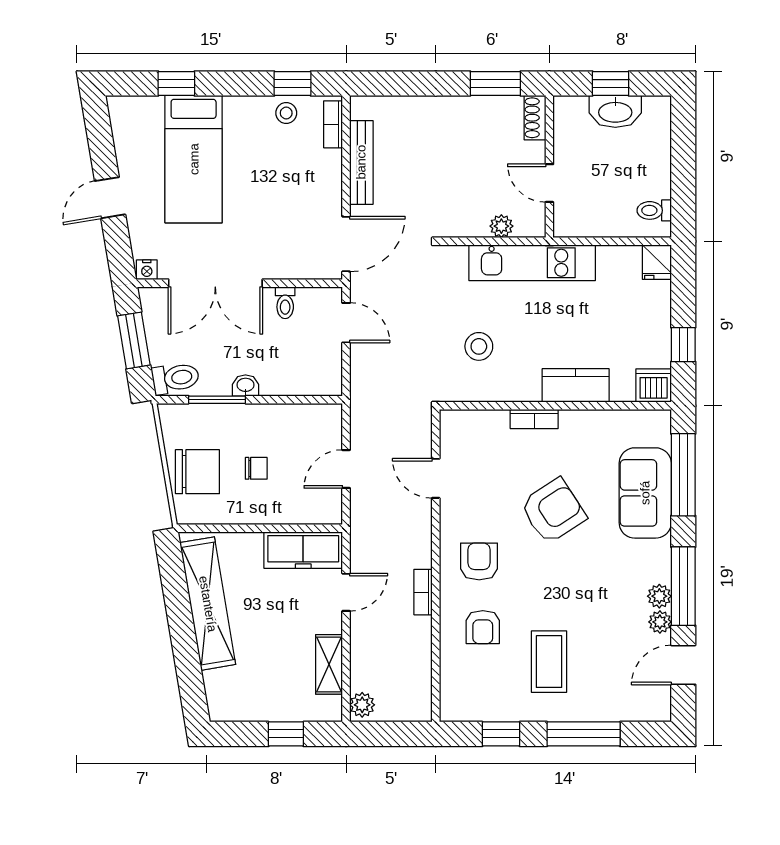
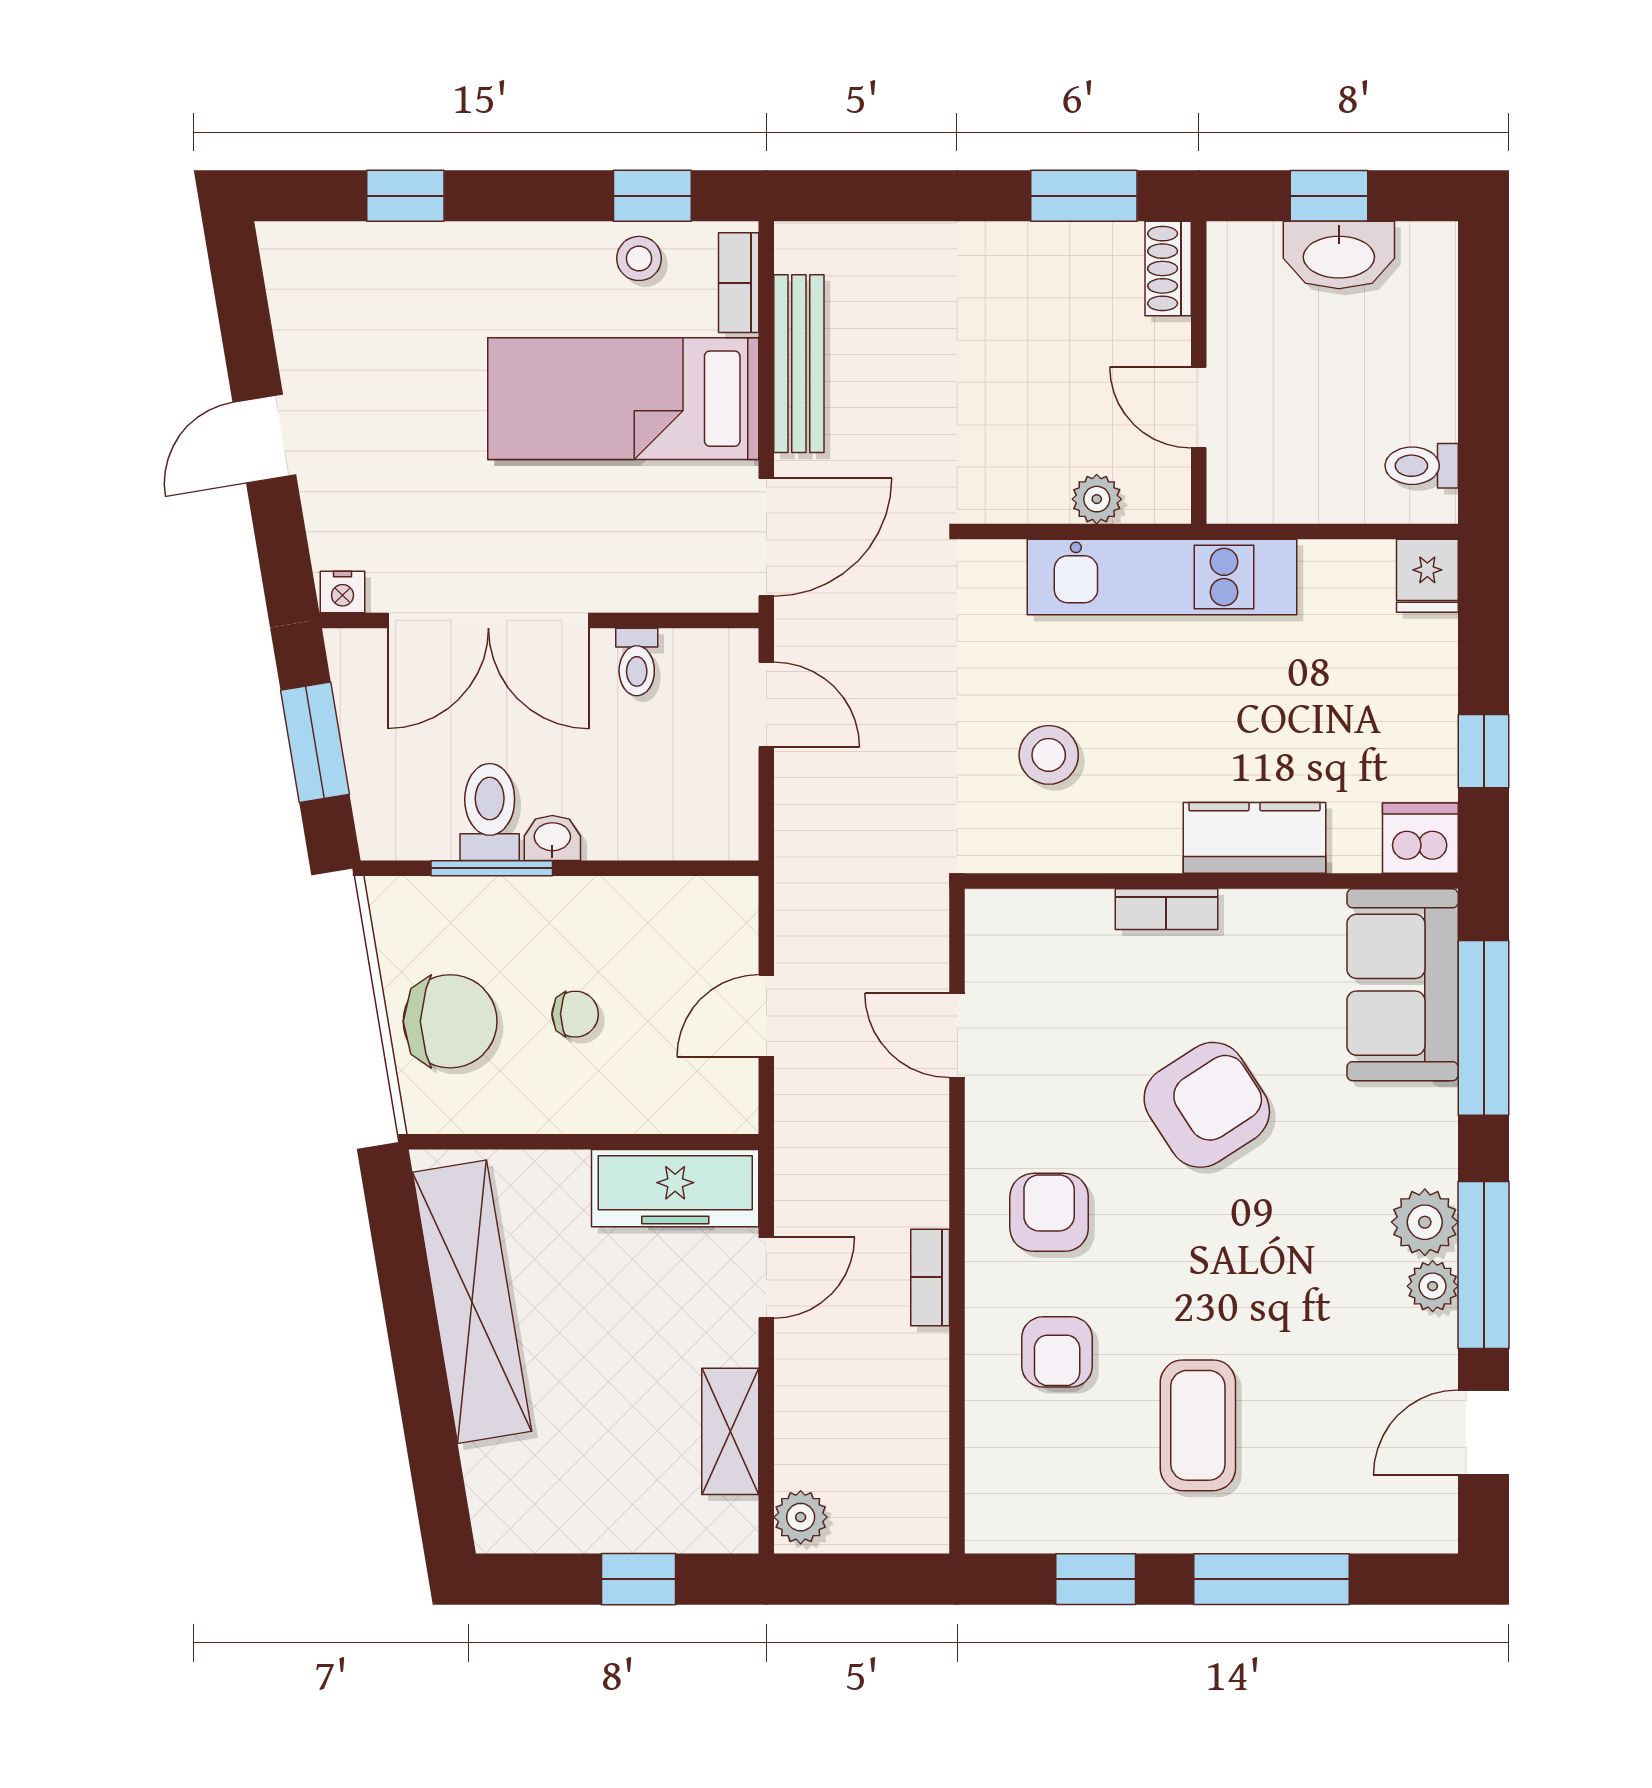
bed: (194, 159) -> (623, 399), moved, turned 90
toilet: (175, 378) -> (490, 812), moved, turned -81
sofa: (645, 493) -> (1403, 985), moved
plant: (660, 622) -> (1425, 1222), moved, width x1.38, depth x1.38

